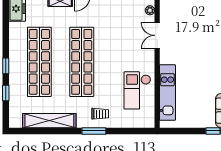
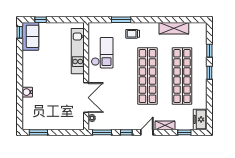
double door: (157, 35) -> (86, 98), width x1.37
shelving: (49, 121) -> (174, 28), width x0.68
window: (94, 131) -> (121, 20), moved

